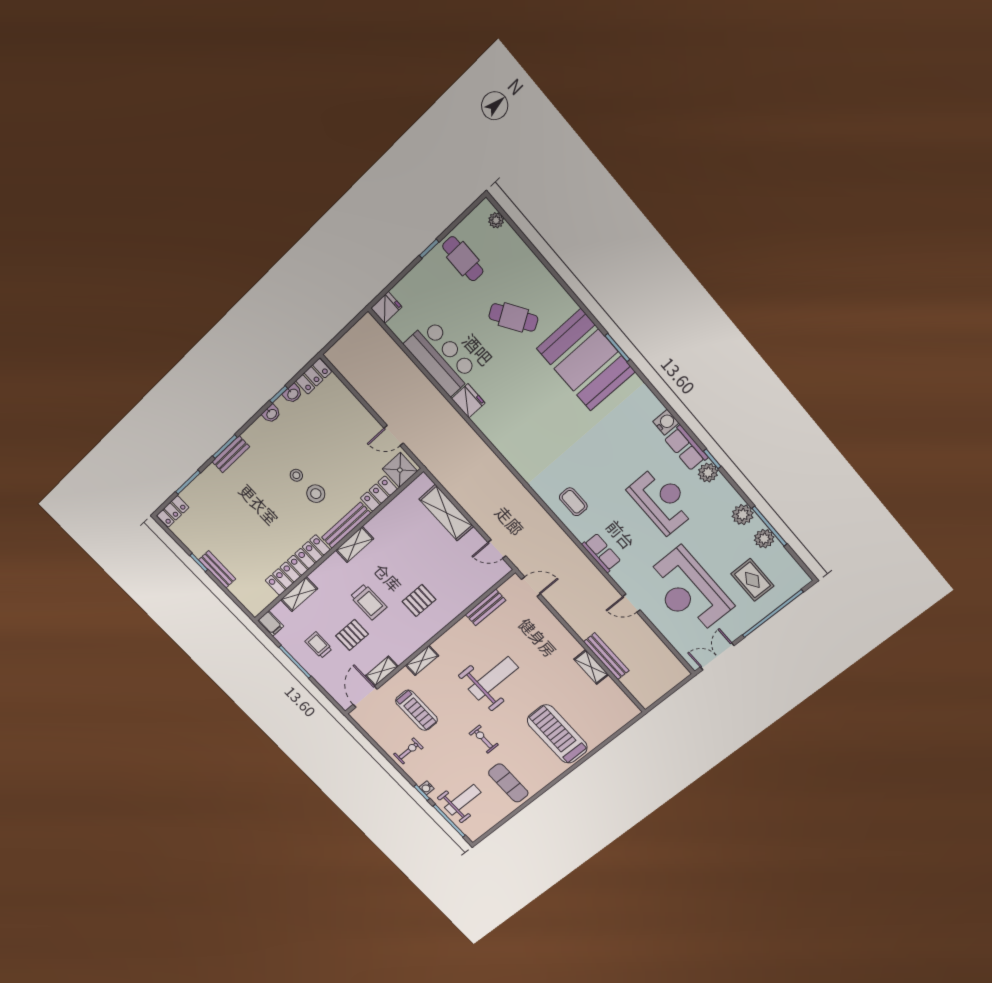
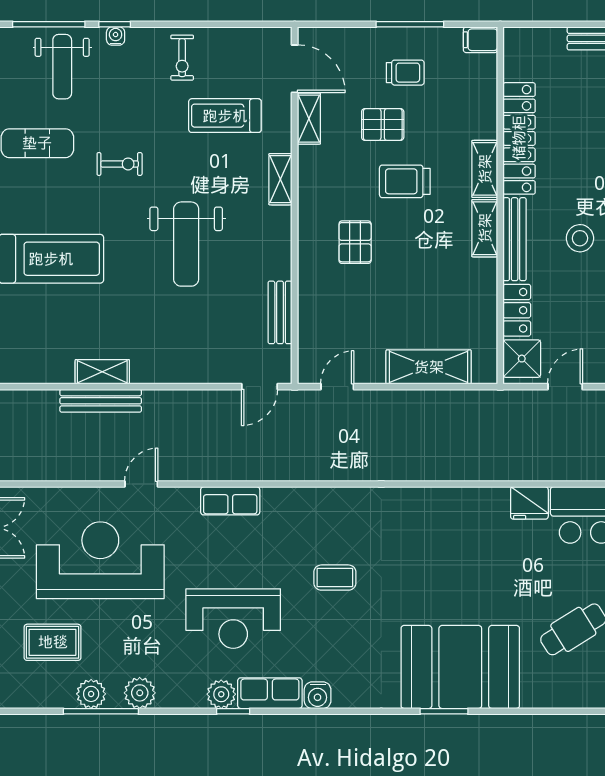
coffee table: (573, 502) -> (335, 578), moved
shelving: (299, 594) -> (485, 169), moved
pallet: (352, 635) -> (383, 124), turned 90

